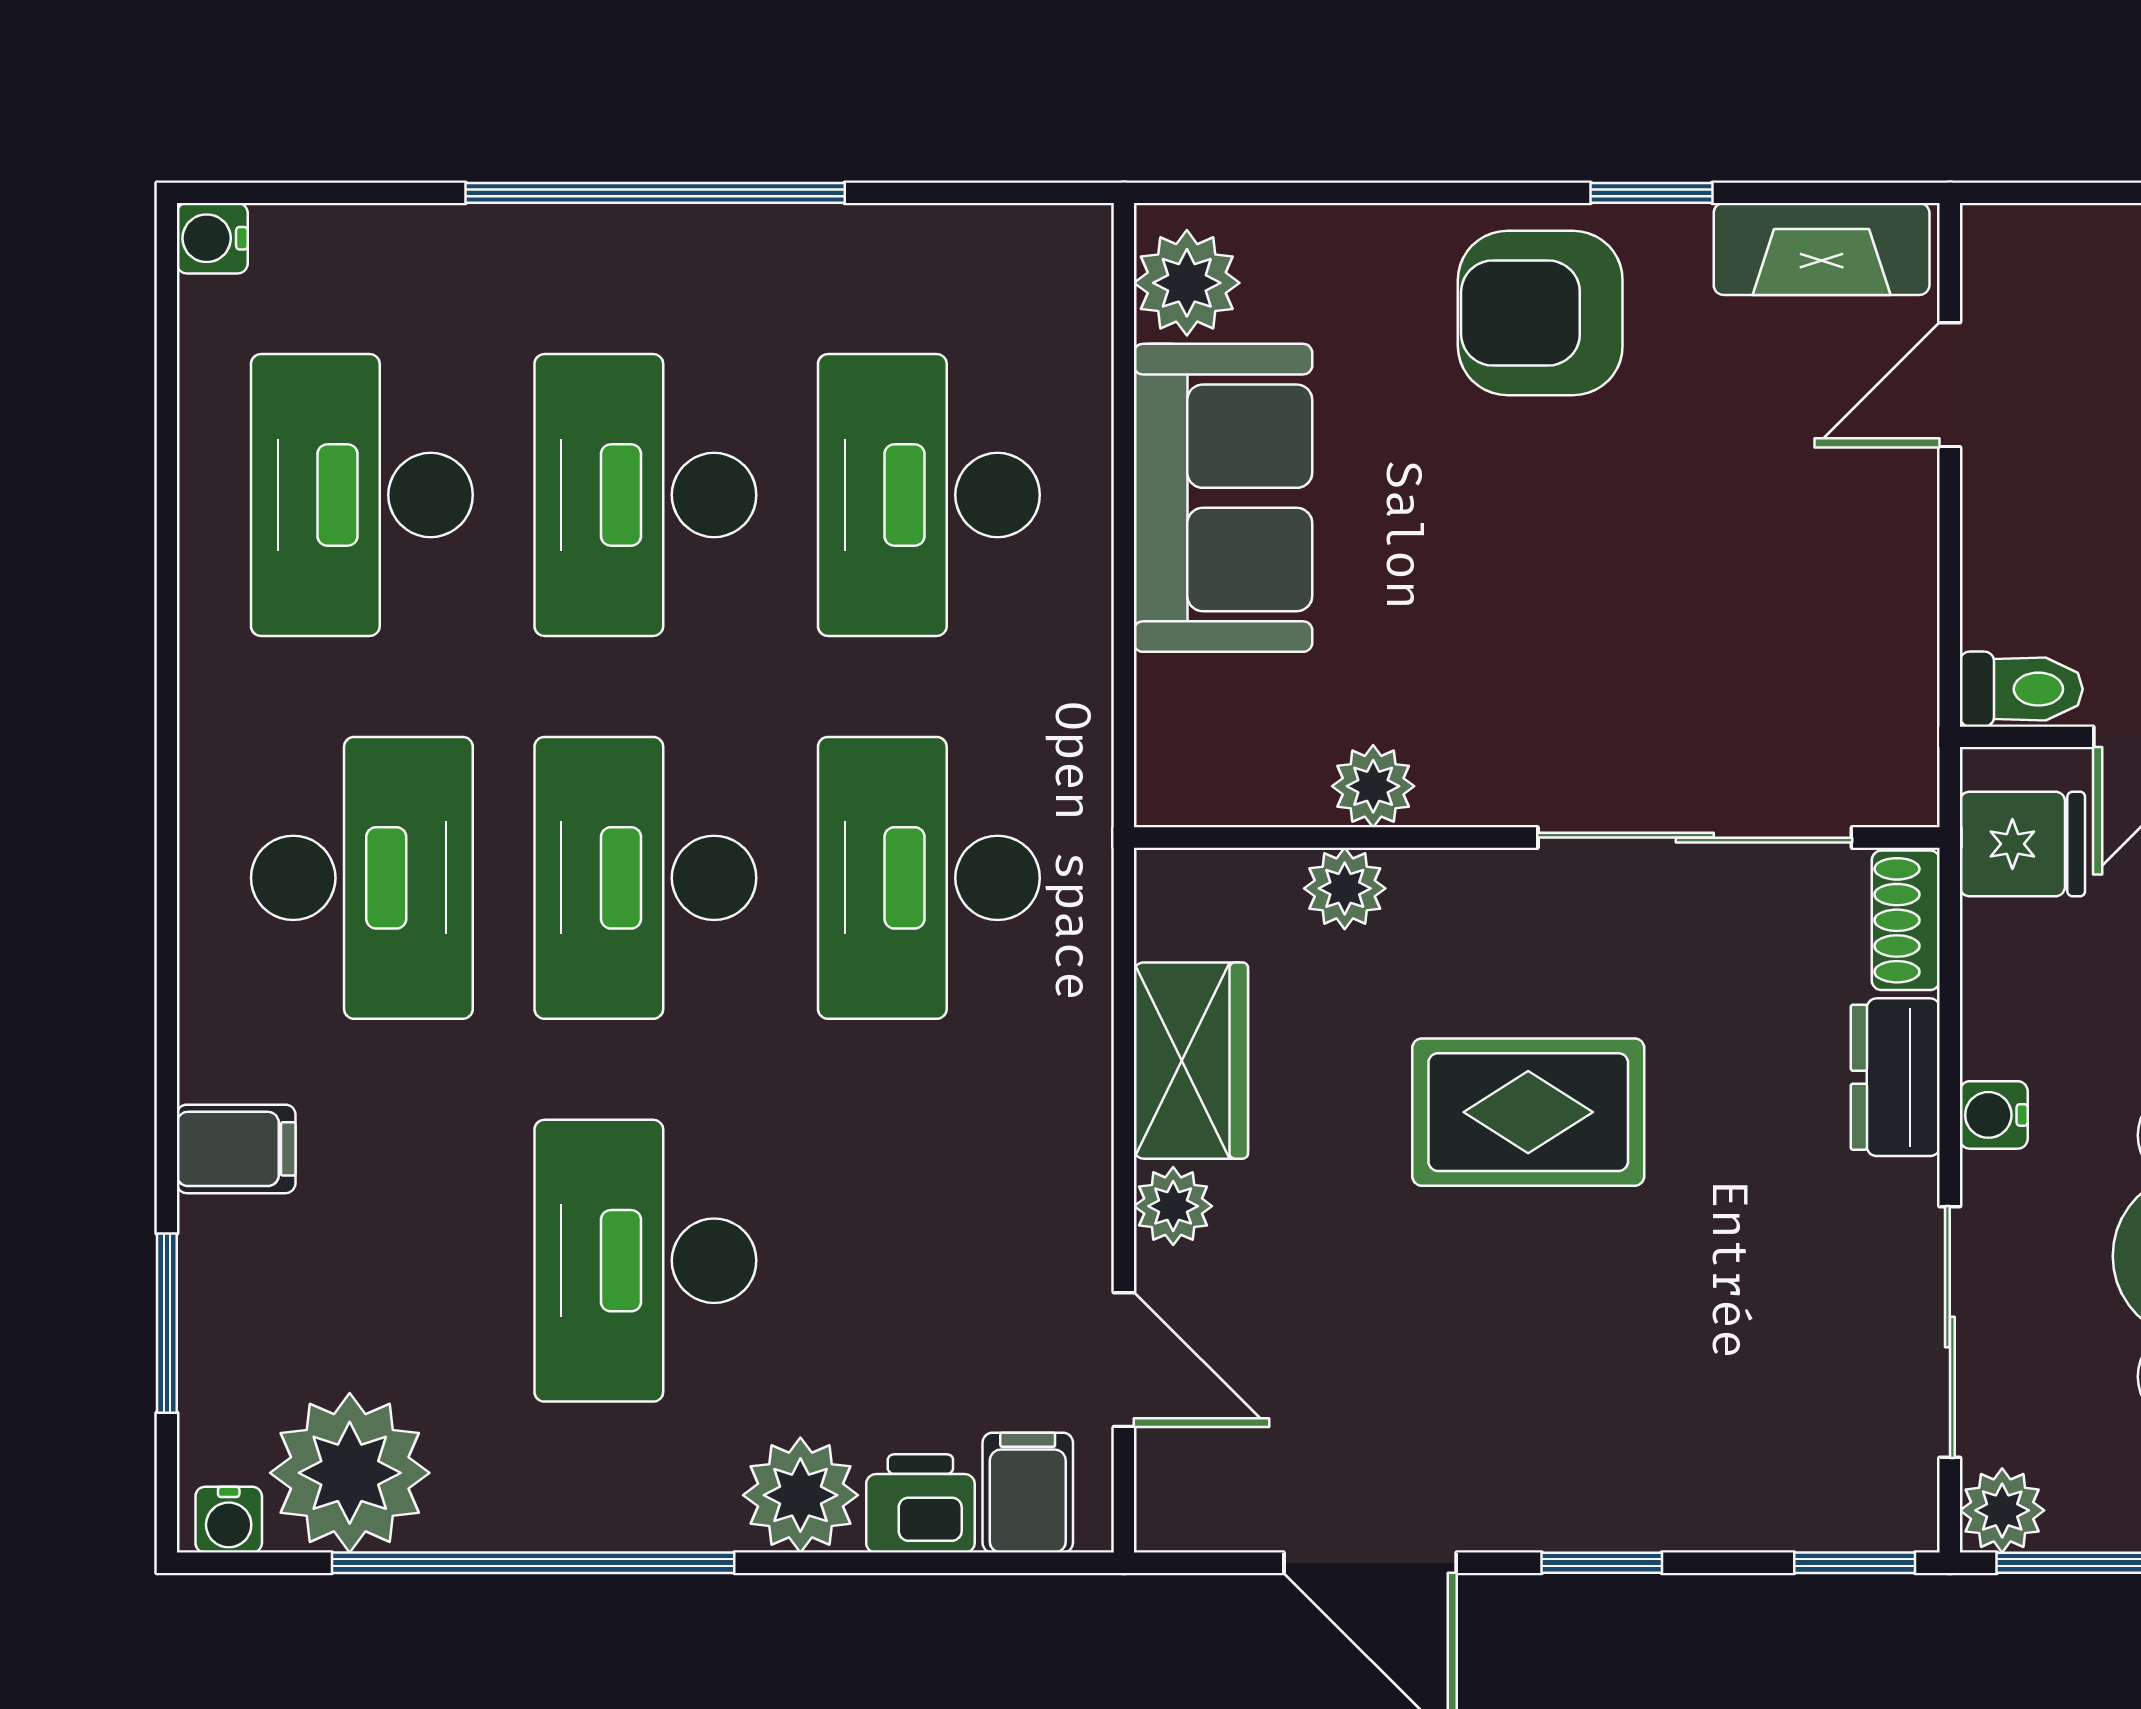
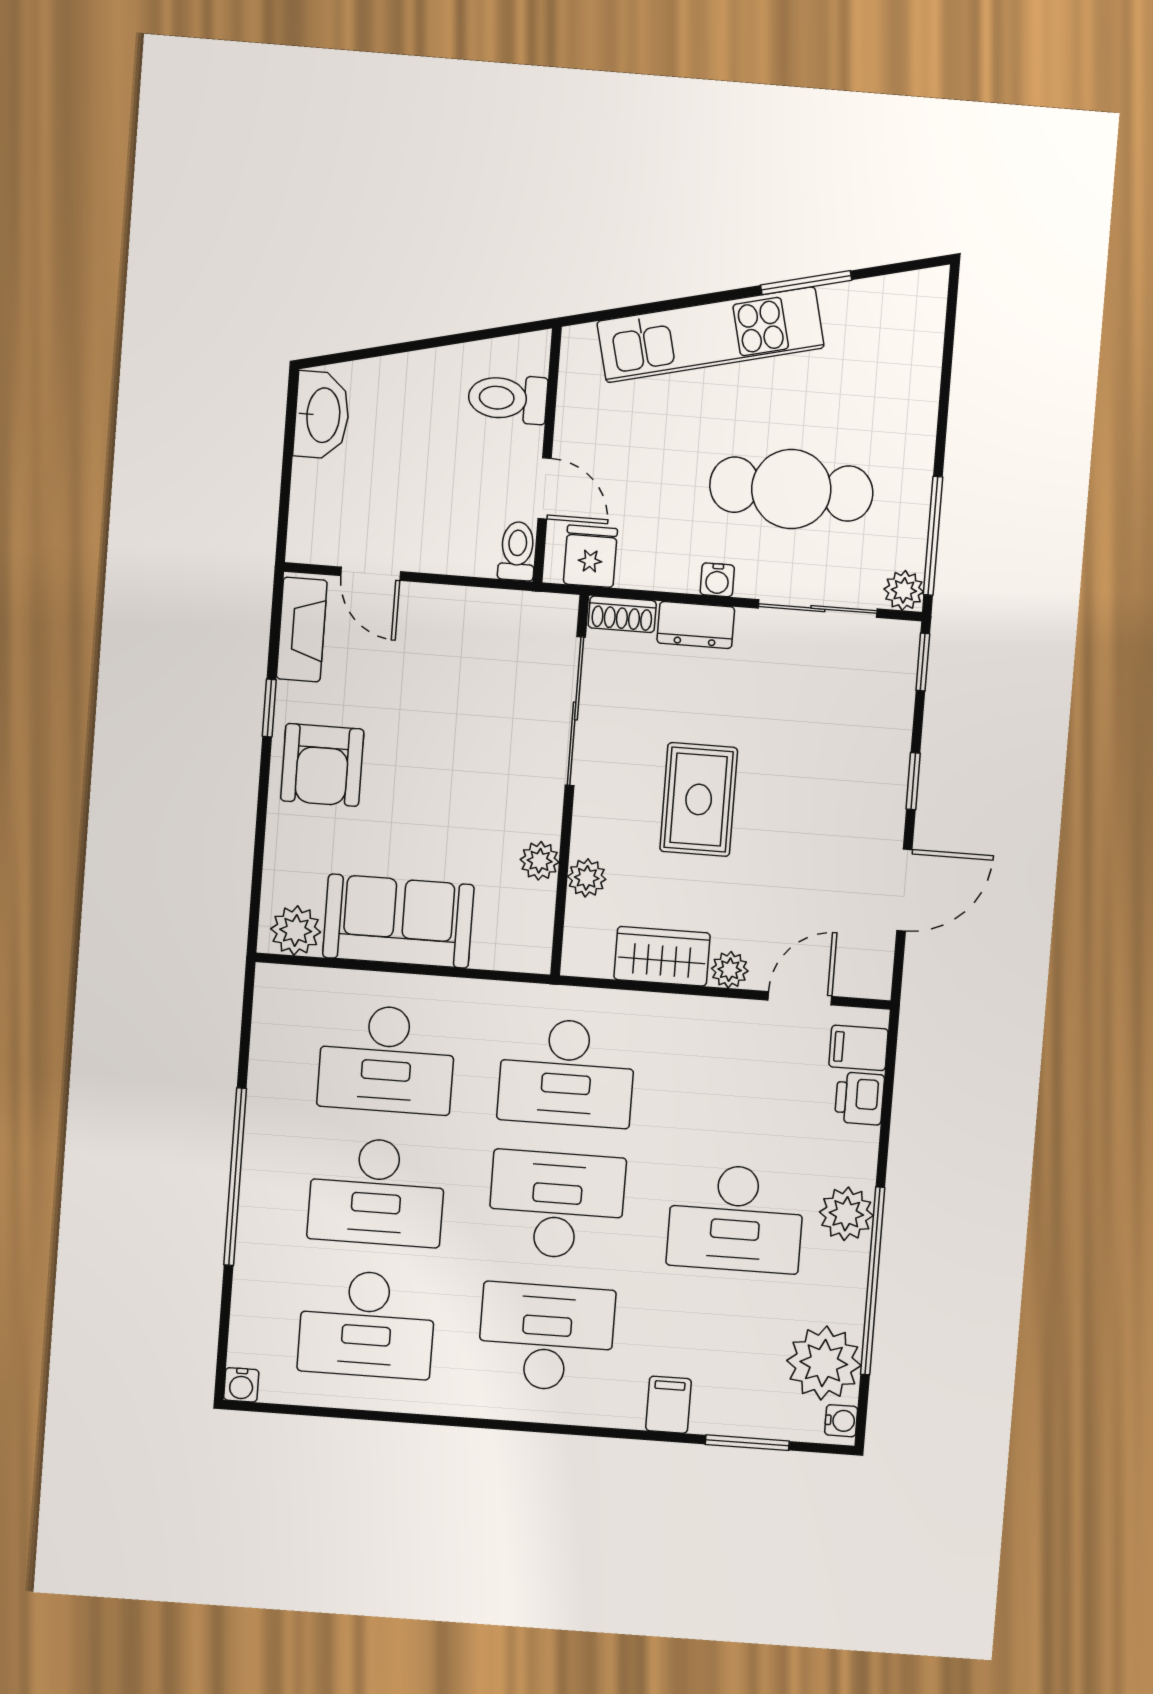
desk: (645, 878) -> (556, 1205), turned 180
plant: (800, 1495) -> (846, 1214), moved

